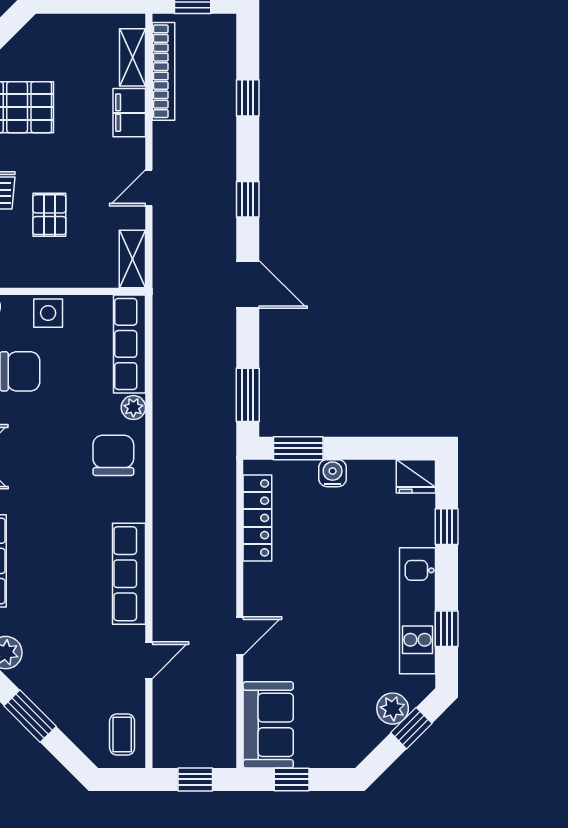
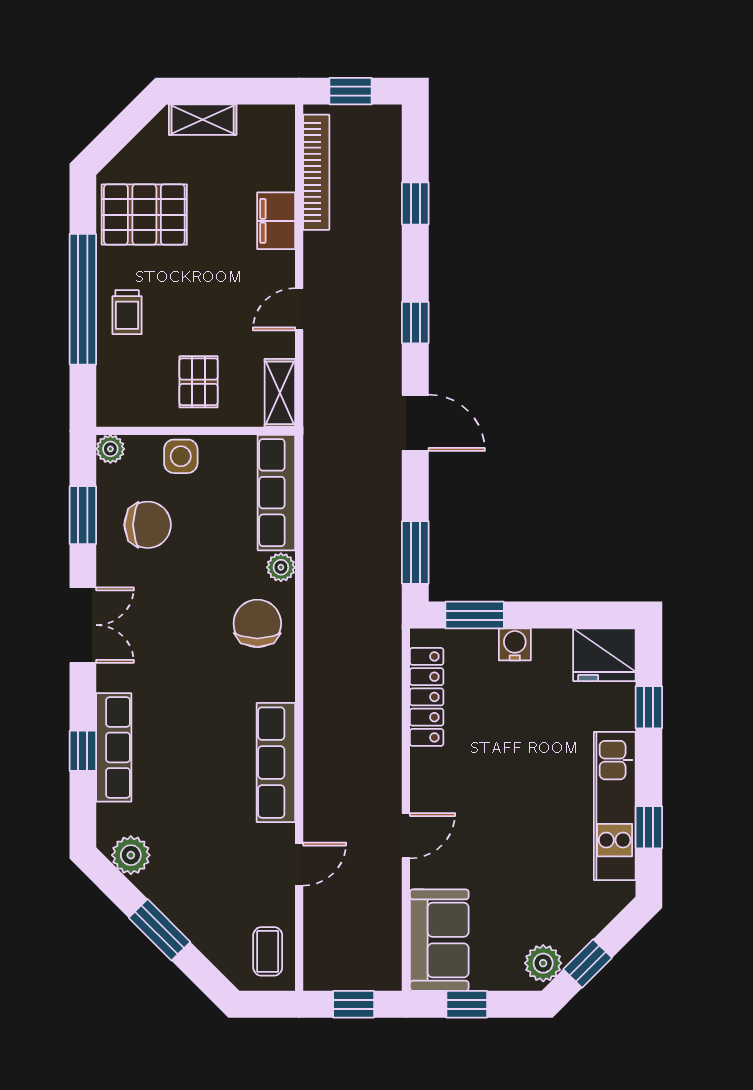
shelving: (133, 57) -> (203, 120), moved, turned 90
pallet: (49, 215) -> (199, 382), moved
fridge: (416, 476) -> (604, 655), width x1.36, depth x1.34
plant: (393, 709) -> (543, 963), moved
window: (411, 728) -> (588, 964), moved

